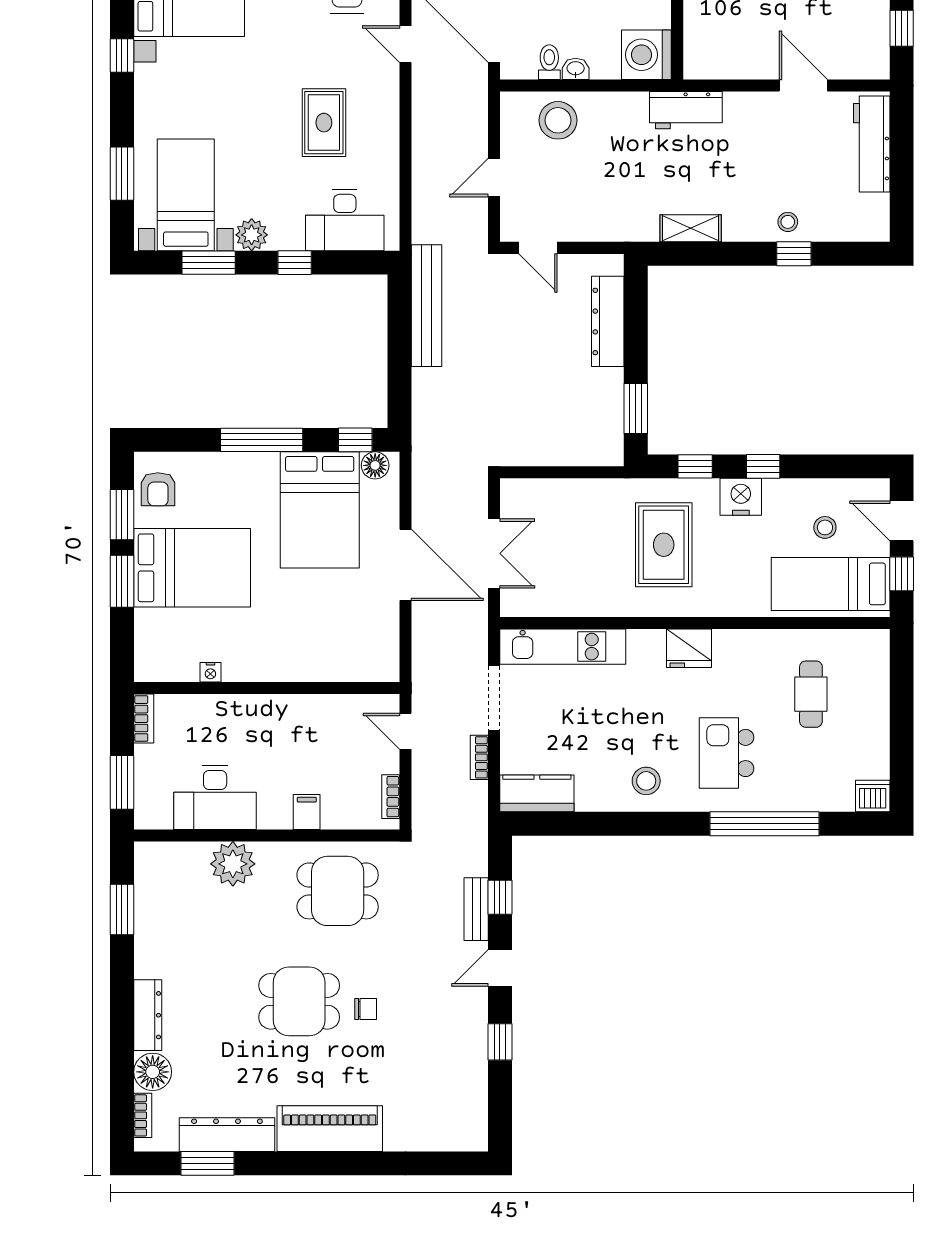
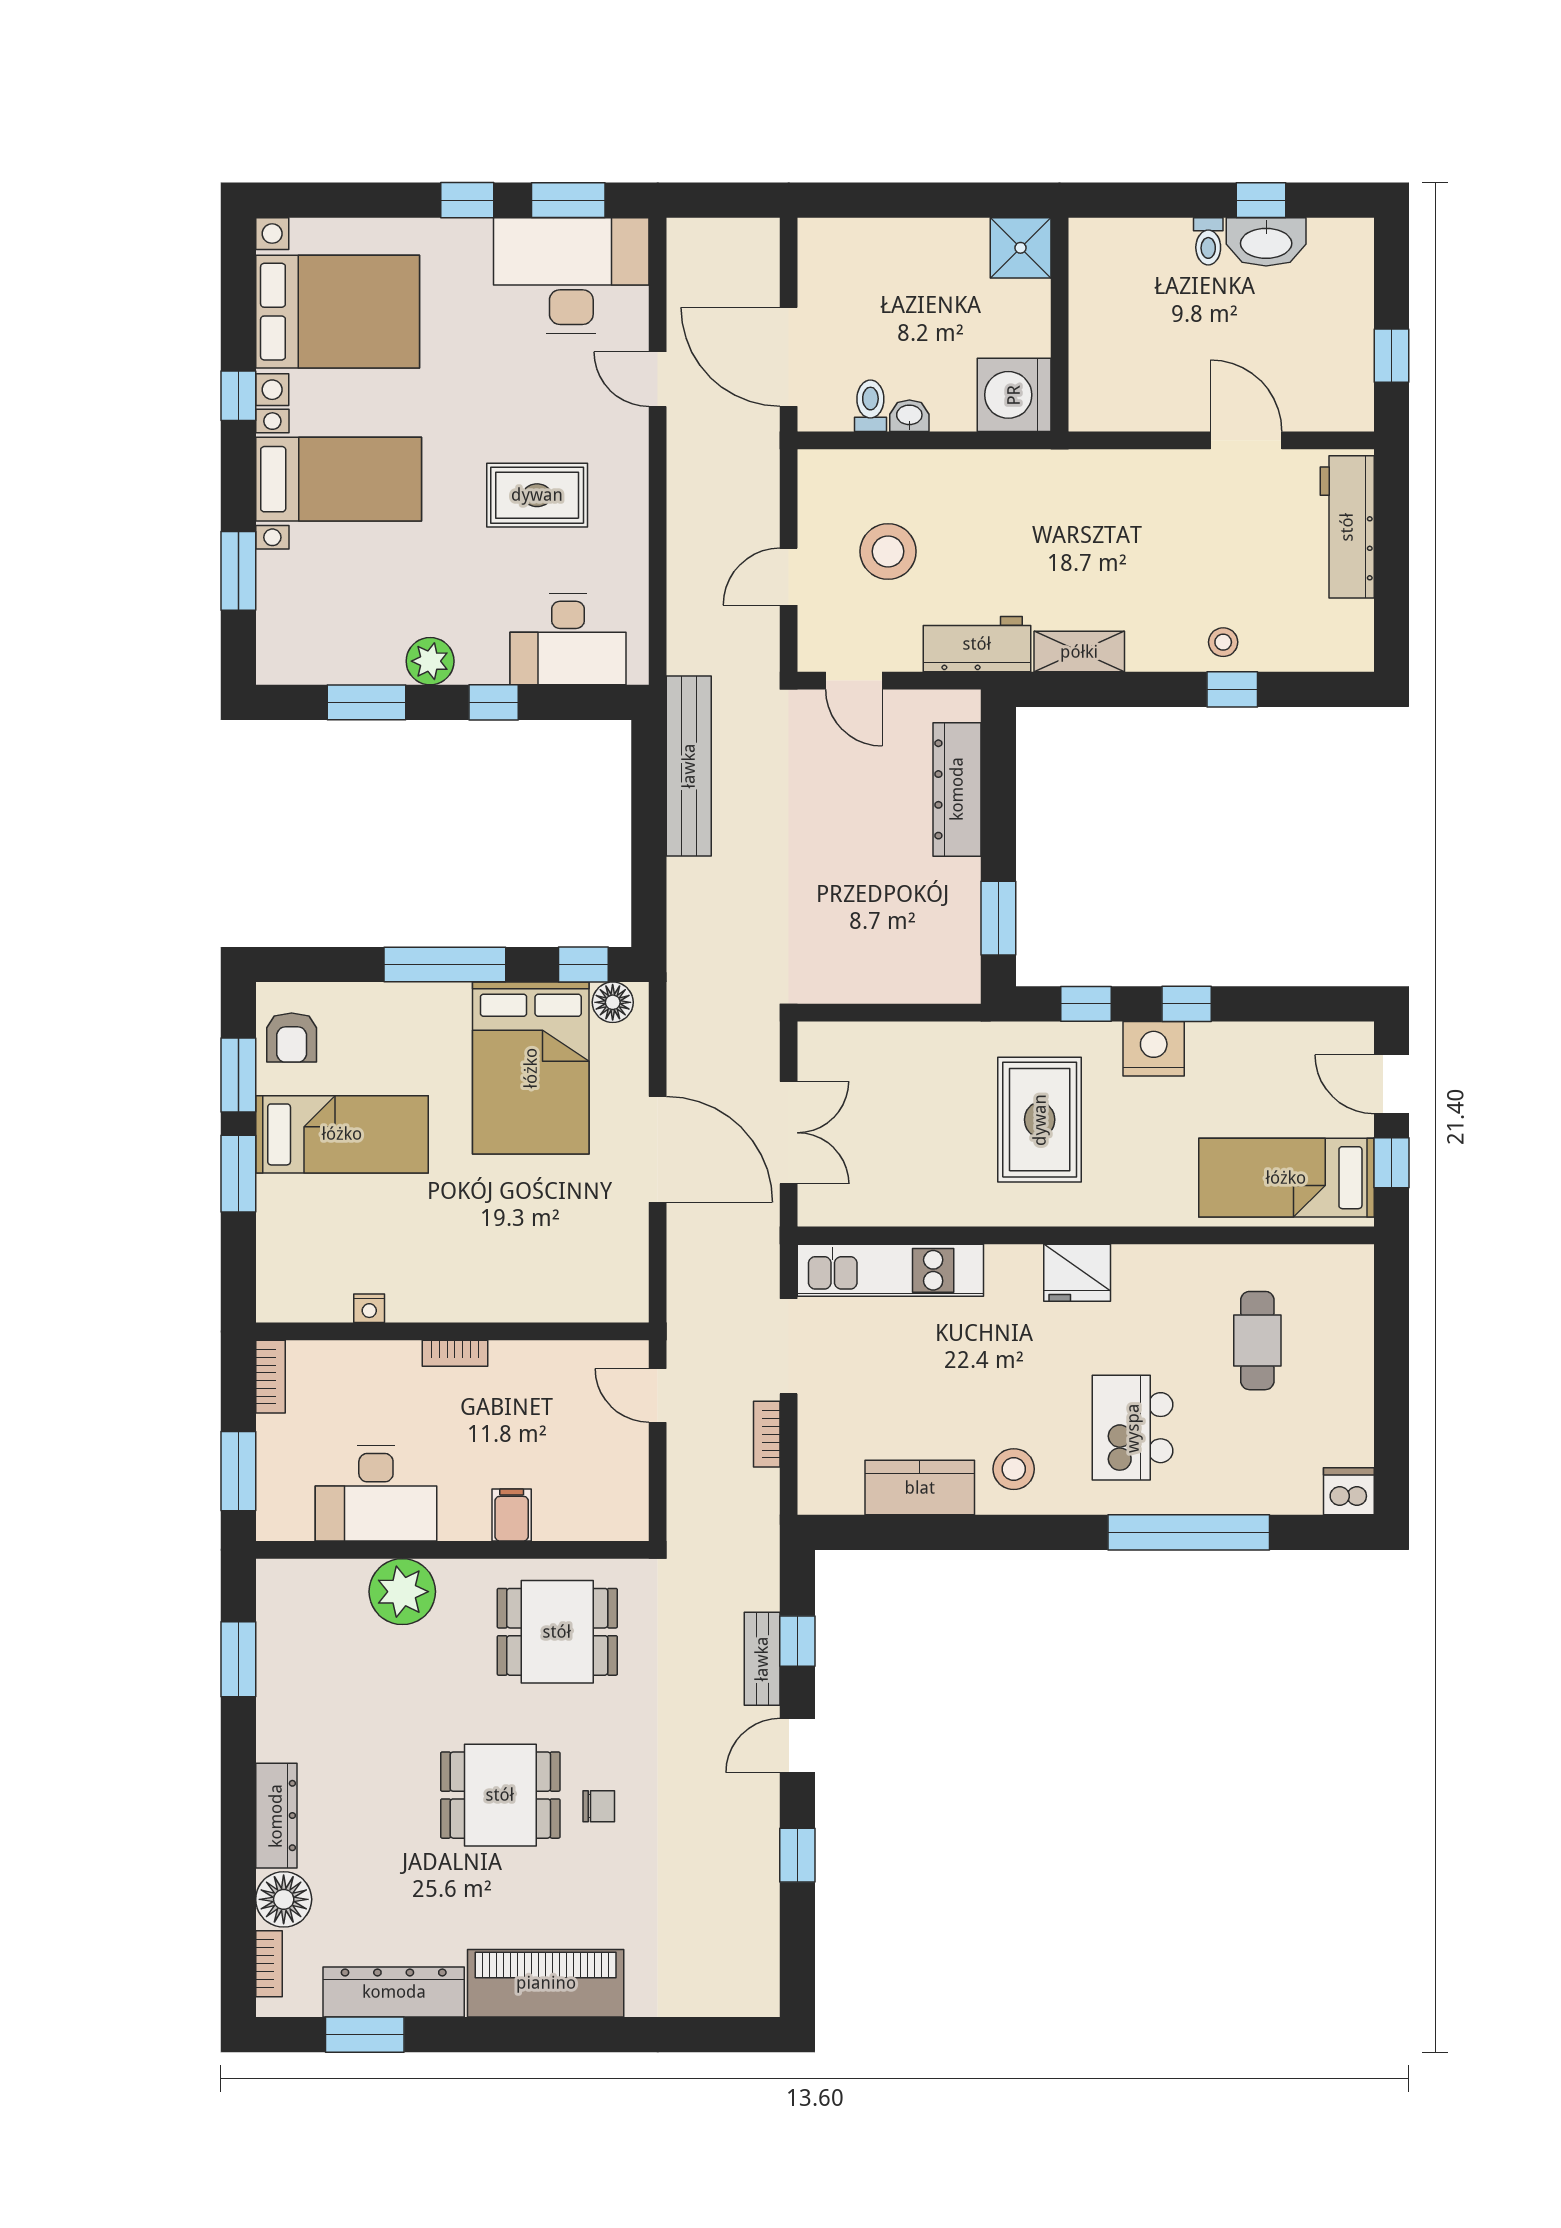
workbench: (686, 110) -> (977, 644), moved, turned 180
stool: (558, 120) -> (888, 551), moved
rug: (324, 123) -> (537, 495), turned 90
bed with nightstands: (186, 195) -> (339, 479), moved, turned 90
stool: (825, 527) -> (1278, 1094), removed
bed: (192, 568) -> (342, 1134), width x0.67
kitchen counter: (537, 793) -> (920, 1488), moved
bookcase: (391, 797) -> (455, 1353), moved, turned -90

